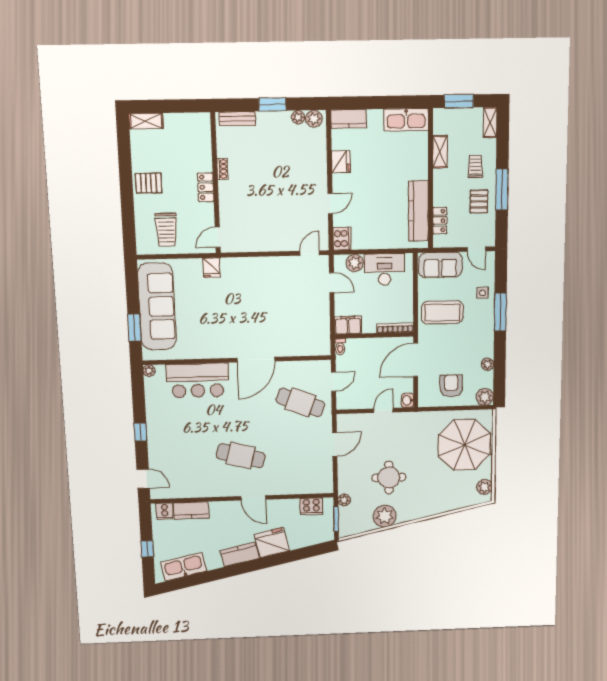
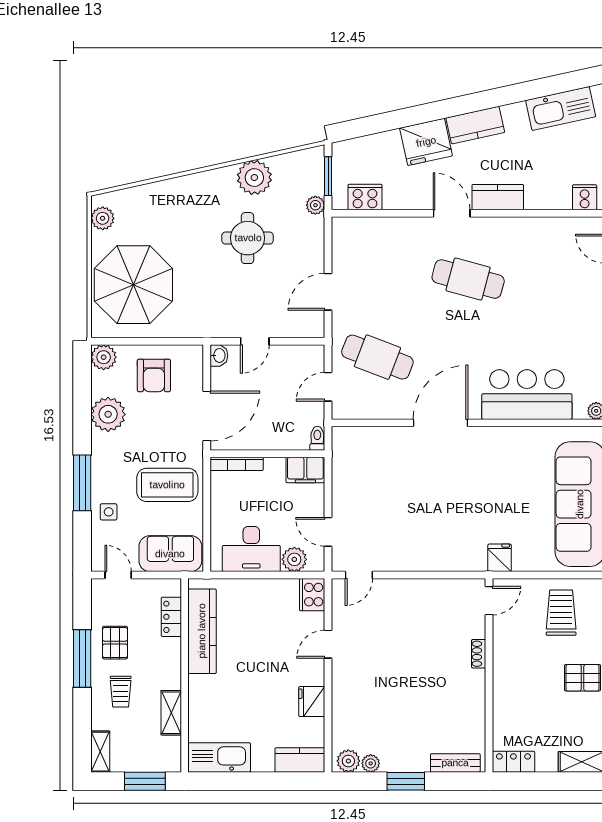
shoe rack: (222, 169) -> (479, 654), moved
locker: (206, 187) -> (513, 762), moved, turned -90
plant: (487, 364) -> (108, 414), width x1.88, depth x1.88
kitchen counter: (191, 510) -> (498, 197), moved

